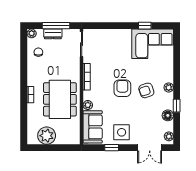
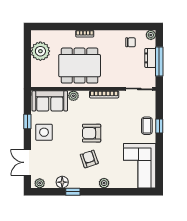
window: (145, 26) -> (159, 126), moved
coffee table: (116, 37) -> (147, 126), added
plant: (169, 87) -> (104, 183), moved
armchair: (122, 88) -> (92, 133), turned 180

